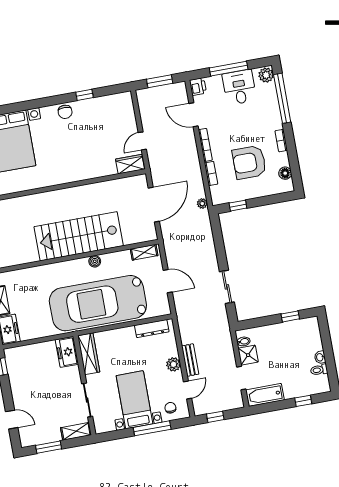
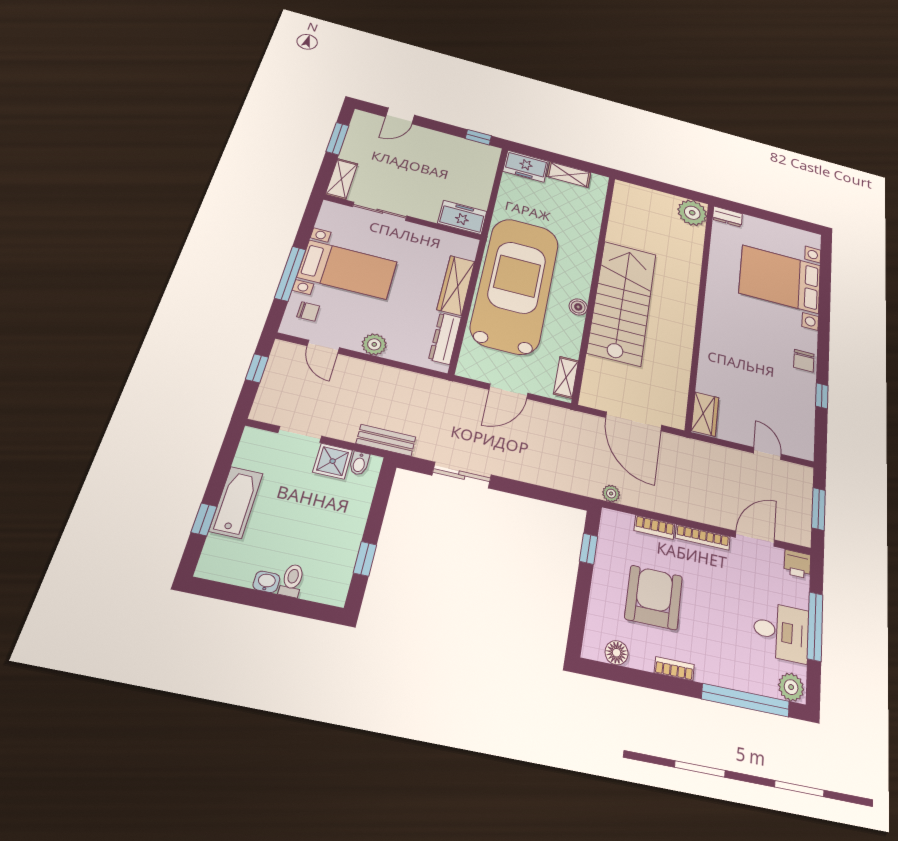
chair: (65, 112) -> (804, 361), turned -90
door: (142, 141) -> (767, 454), moved
wardrobe: (89, 354) -> (456, 285), moved, turned 90
bench: (190, 360) -> (386, 440), moved
toilet: (319, 370) -> (292, 581), moved
bathtub: (265, 395) -> (236, 502), moved

